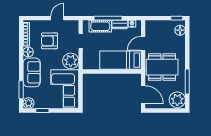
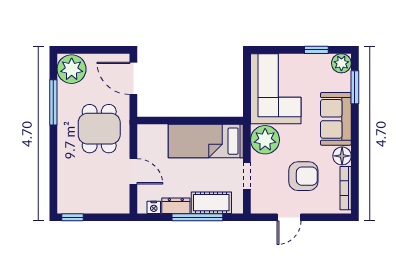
floor lamp: (180, 30) -> (66, 195), removed
door: (143, 43) -> (133, 171), hinge flipped
bed: (121, 60) -> (206, 141), moved, turned 180
dining table: (162, 67) -> (99, 129), width x0.73

